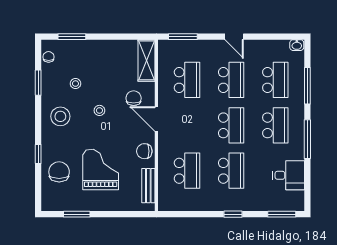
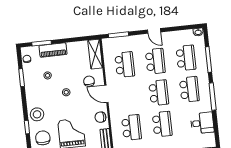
piano: (87, 48) -> (53, 50), added
stool: (60, 116) -> (37, 114), moved

